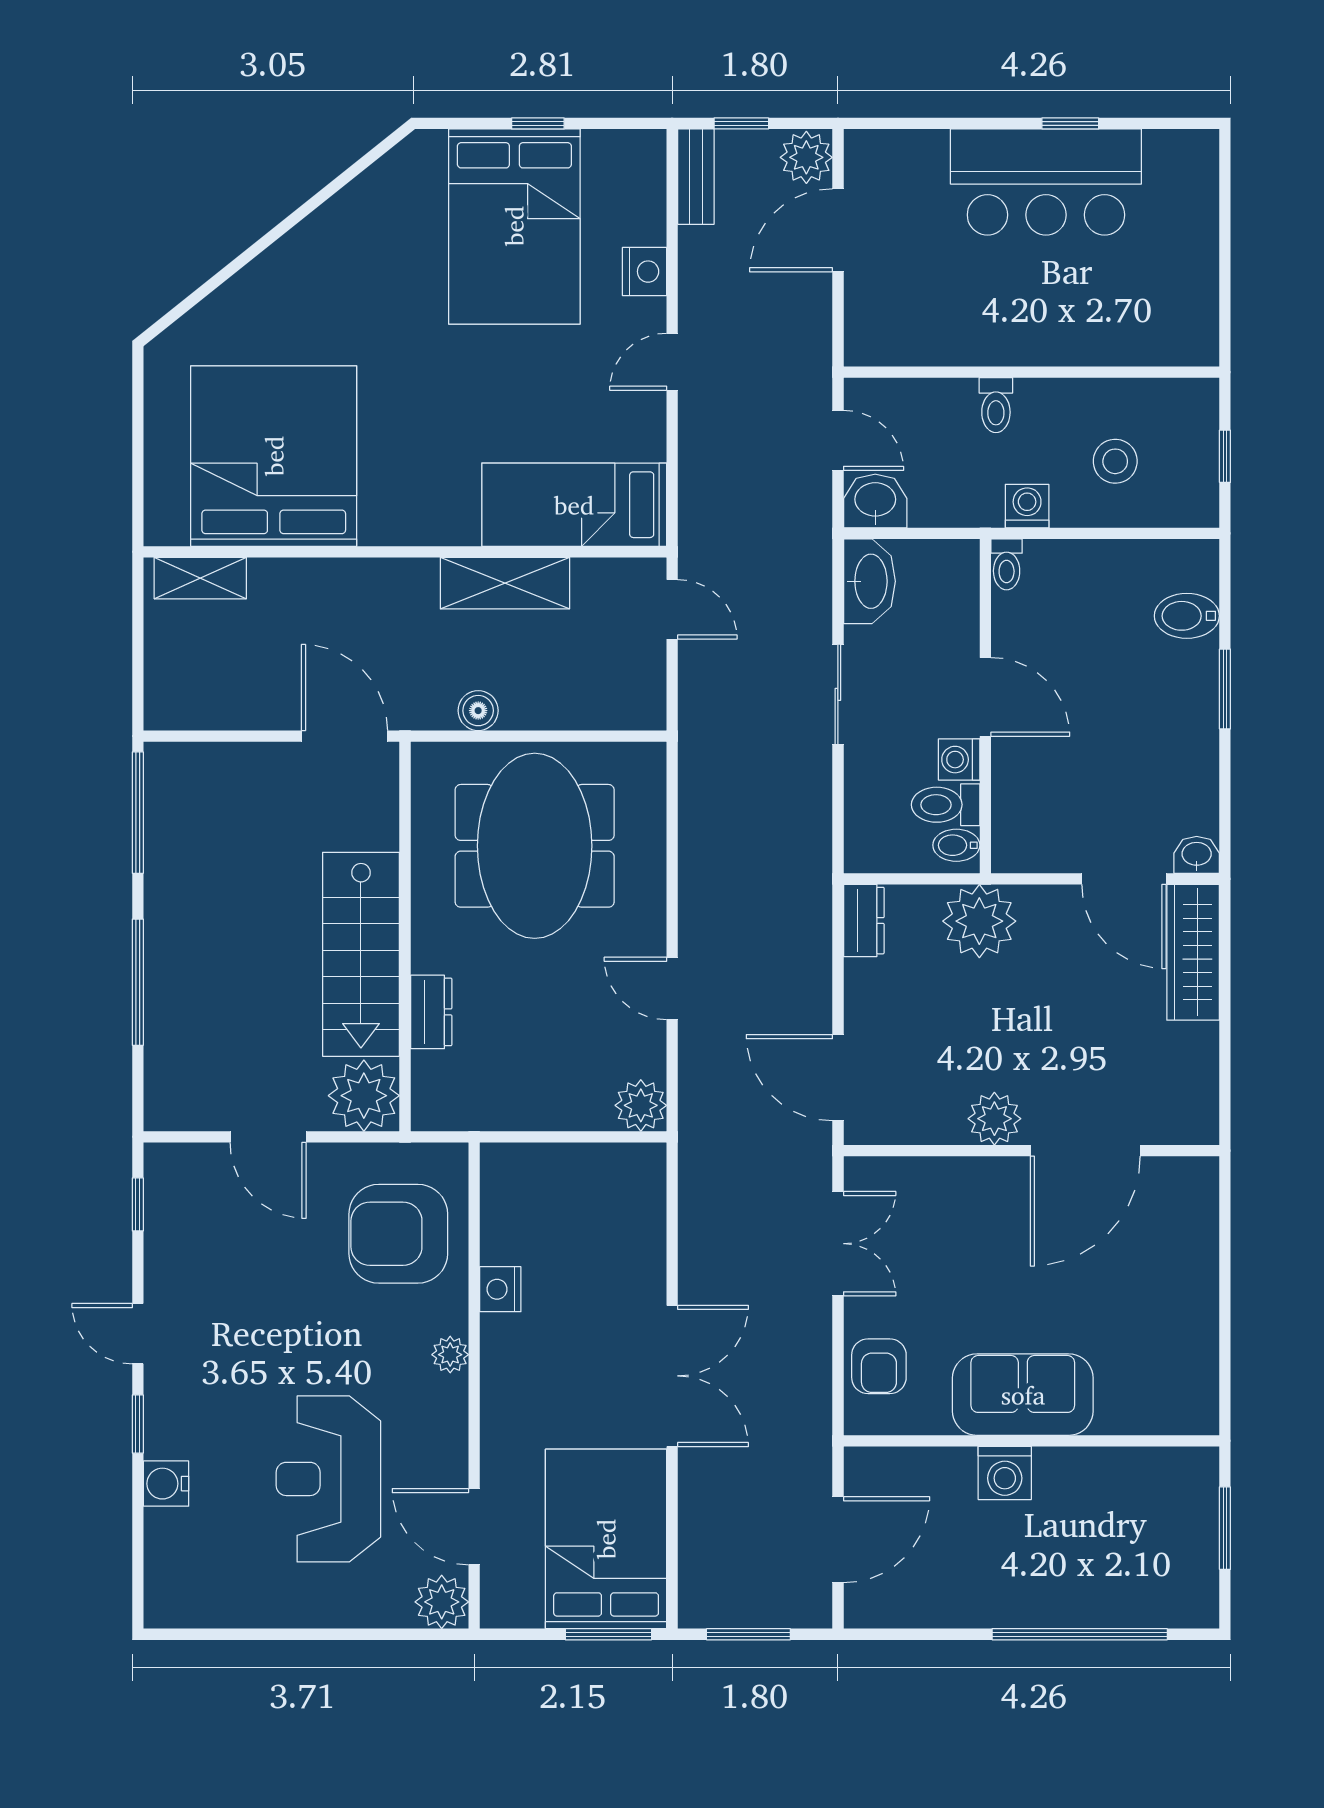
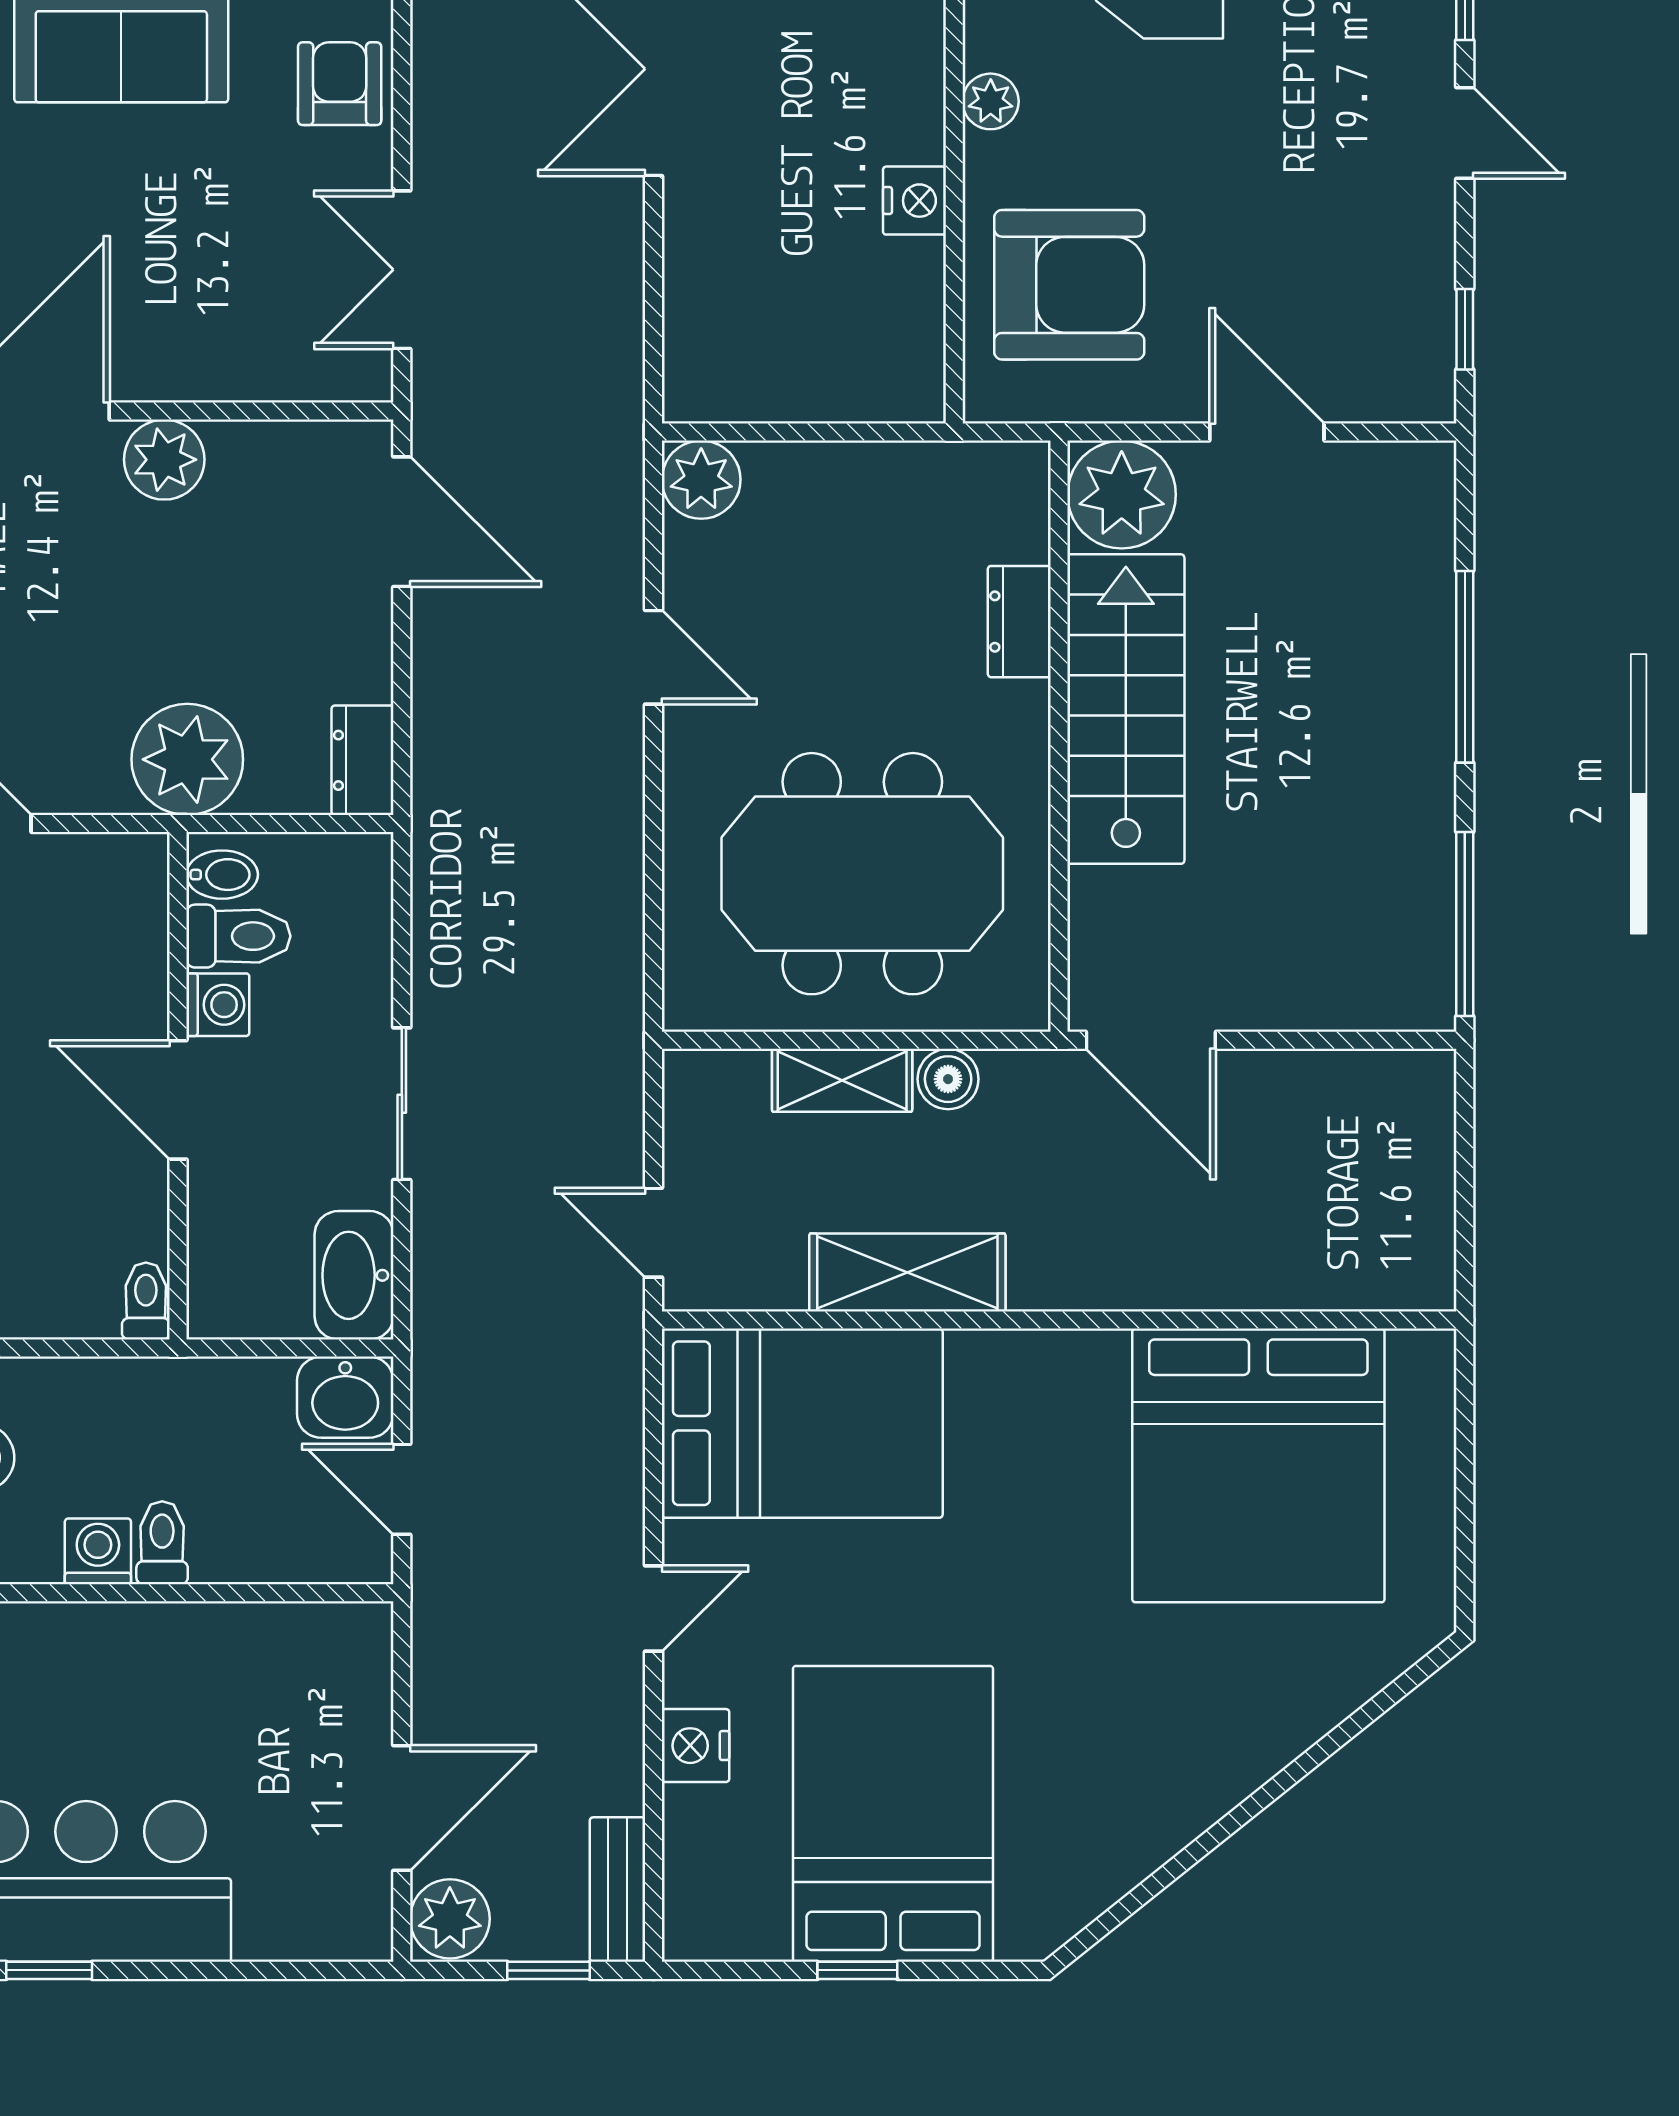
bed: (574, 505) -> (802, 1423), width x1.50
washing machine: (1027, 506) -> (98, 1551), moved, turned 180
shelving: (200, 578) -> (842, 1080), moved
meeting table: (535, 846) -> (862, 874), turned 90

